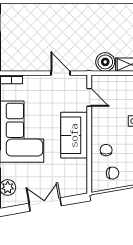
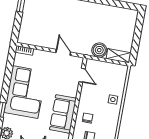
sofa: (74, 135) -> (63, 114), moved

